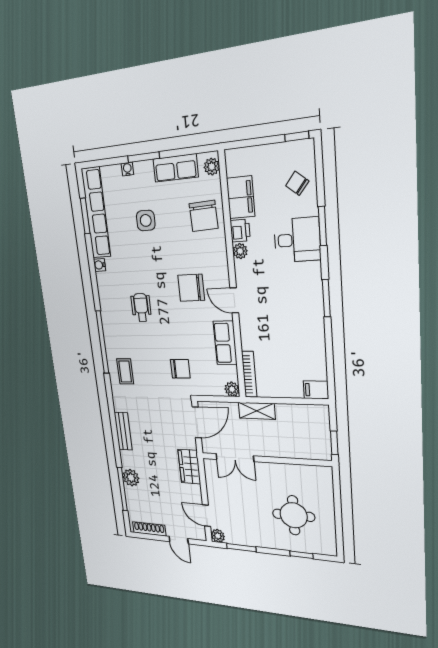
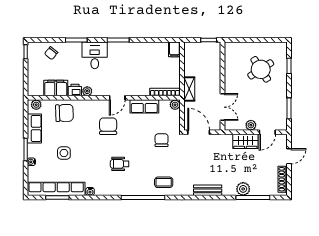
desk: (297, 240) -> (95, 55), moved
chair: (191, 288) -> (108, 126), turned 180
wardrobe: (189, 467) -> (245, 141), moved
round table: (294, 515) -> (261, 69), turned -33
plant: (218, 536) -> (251, 125), moved

